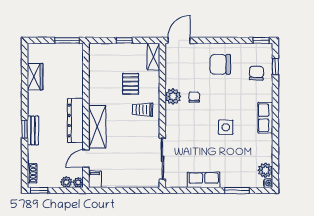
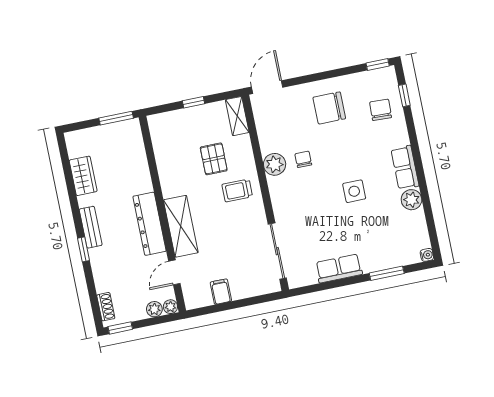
bench: (33, 130) -> (91, 227), moved
plant: (265, 170) -> (411, 200), moved
filing cabinet: (95, 179) -> (221, 292), moved

